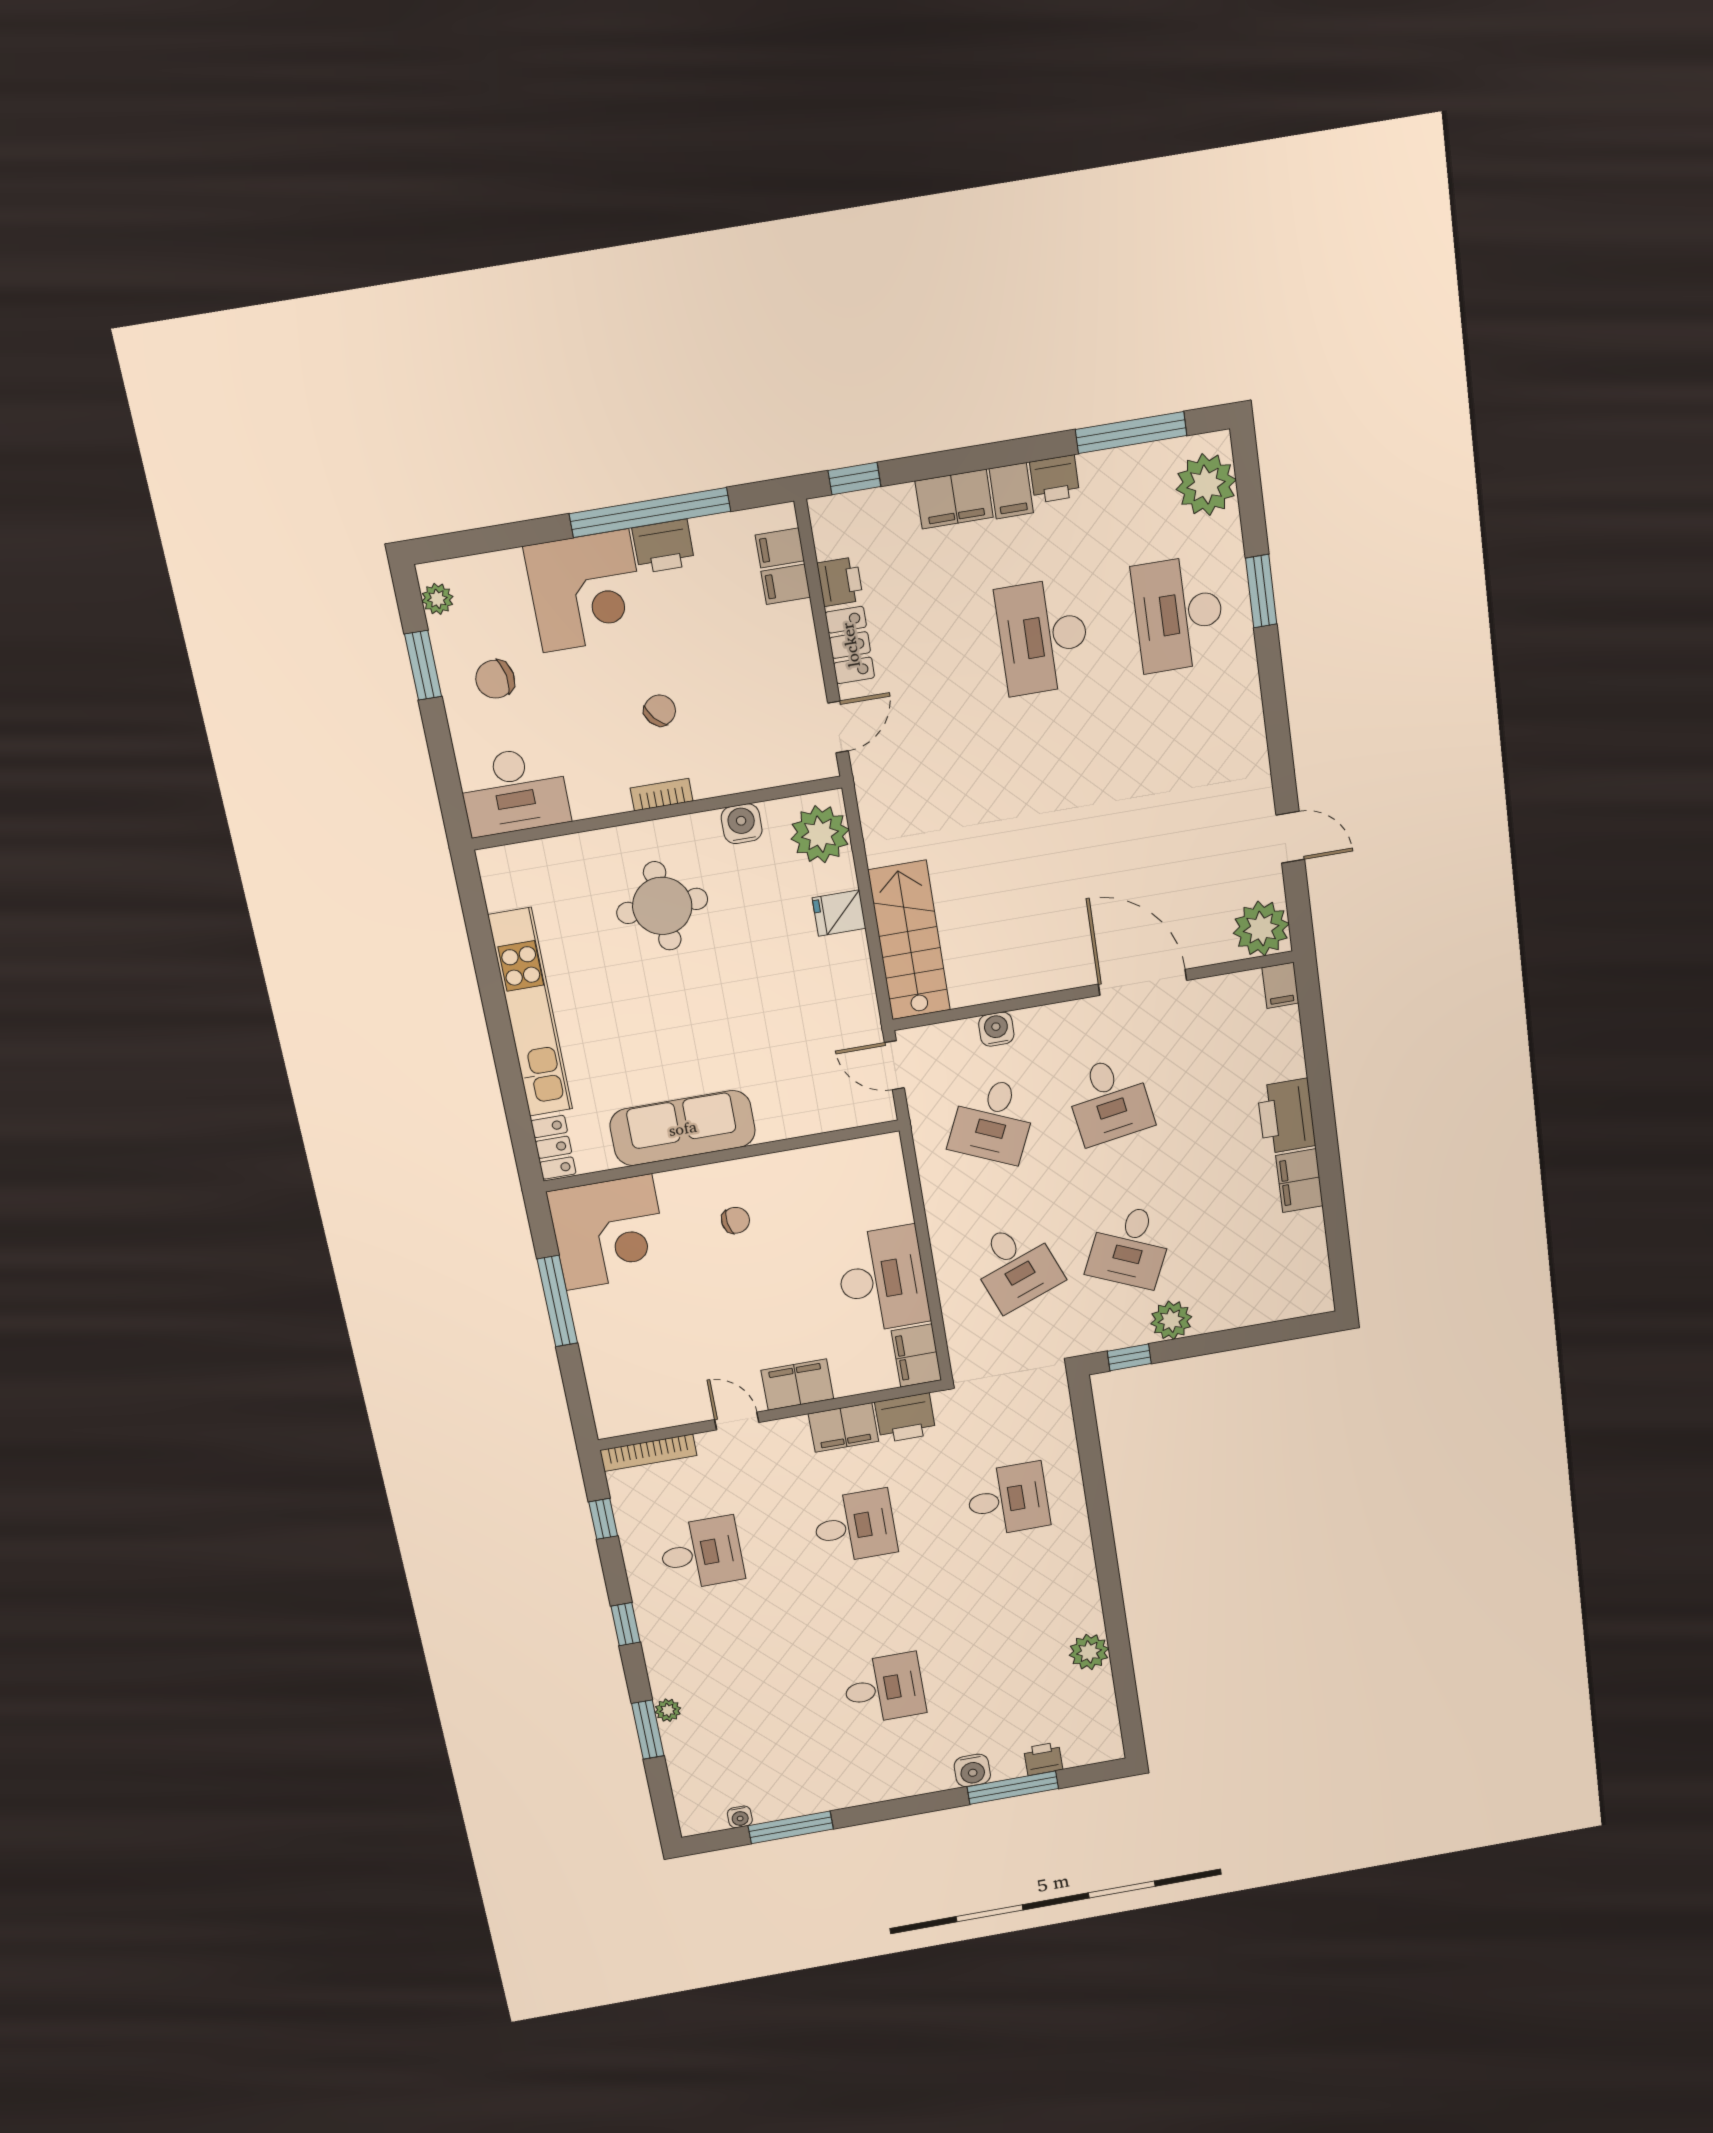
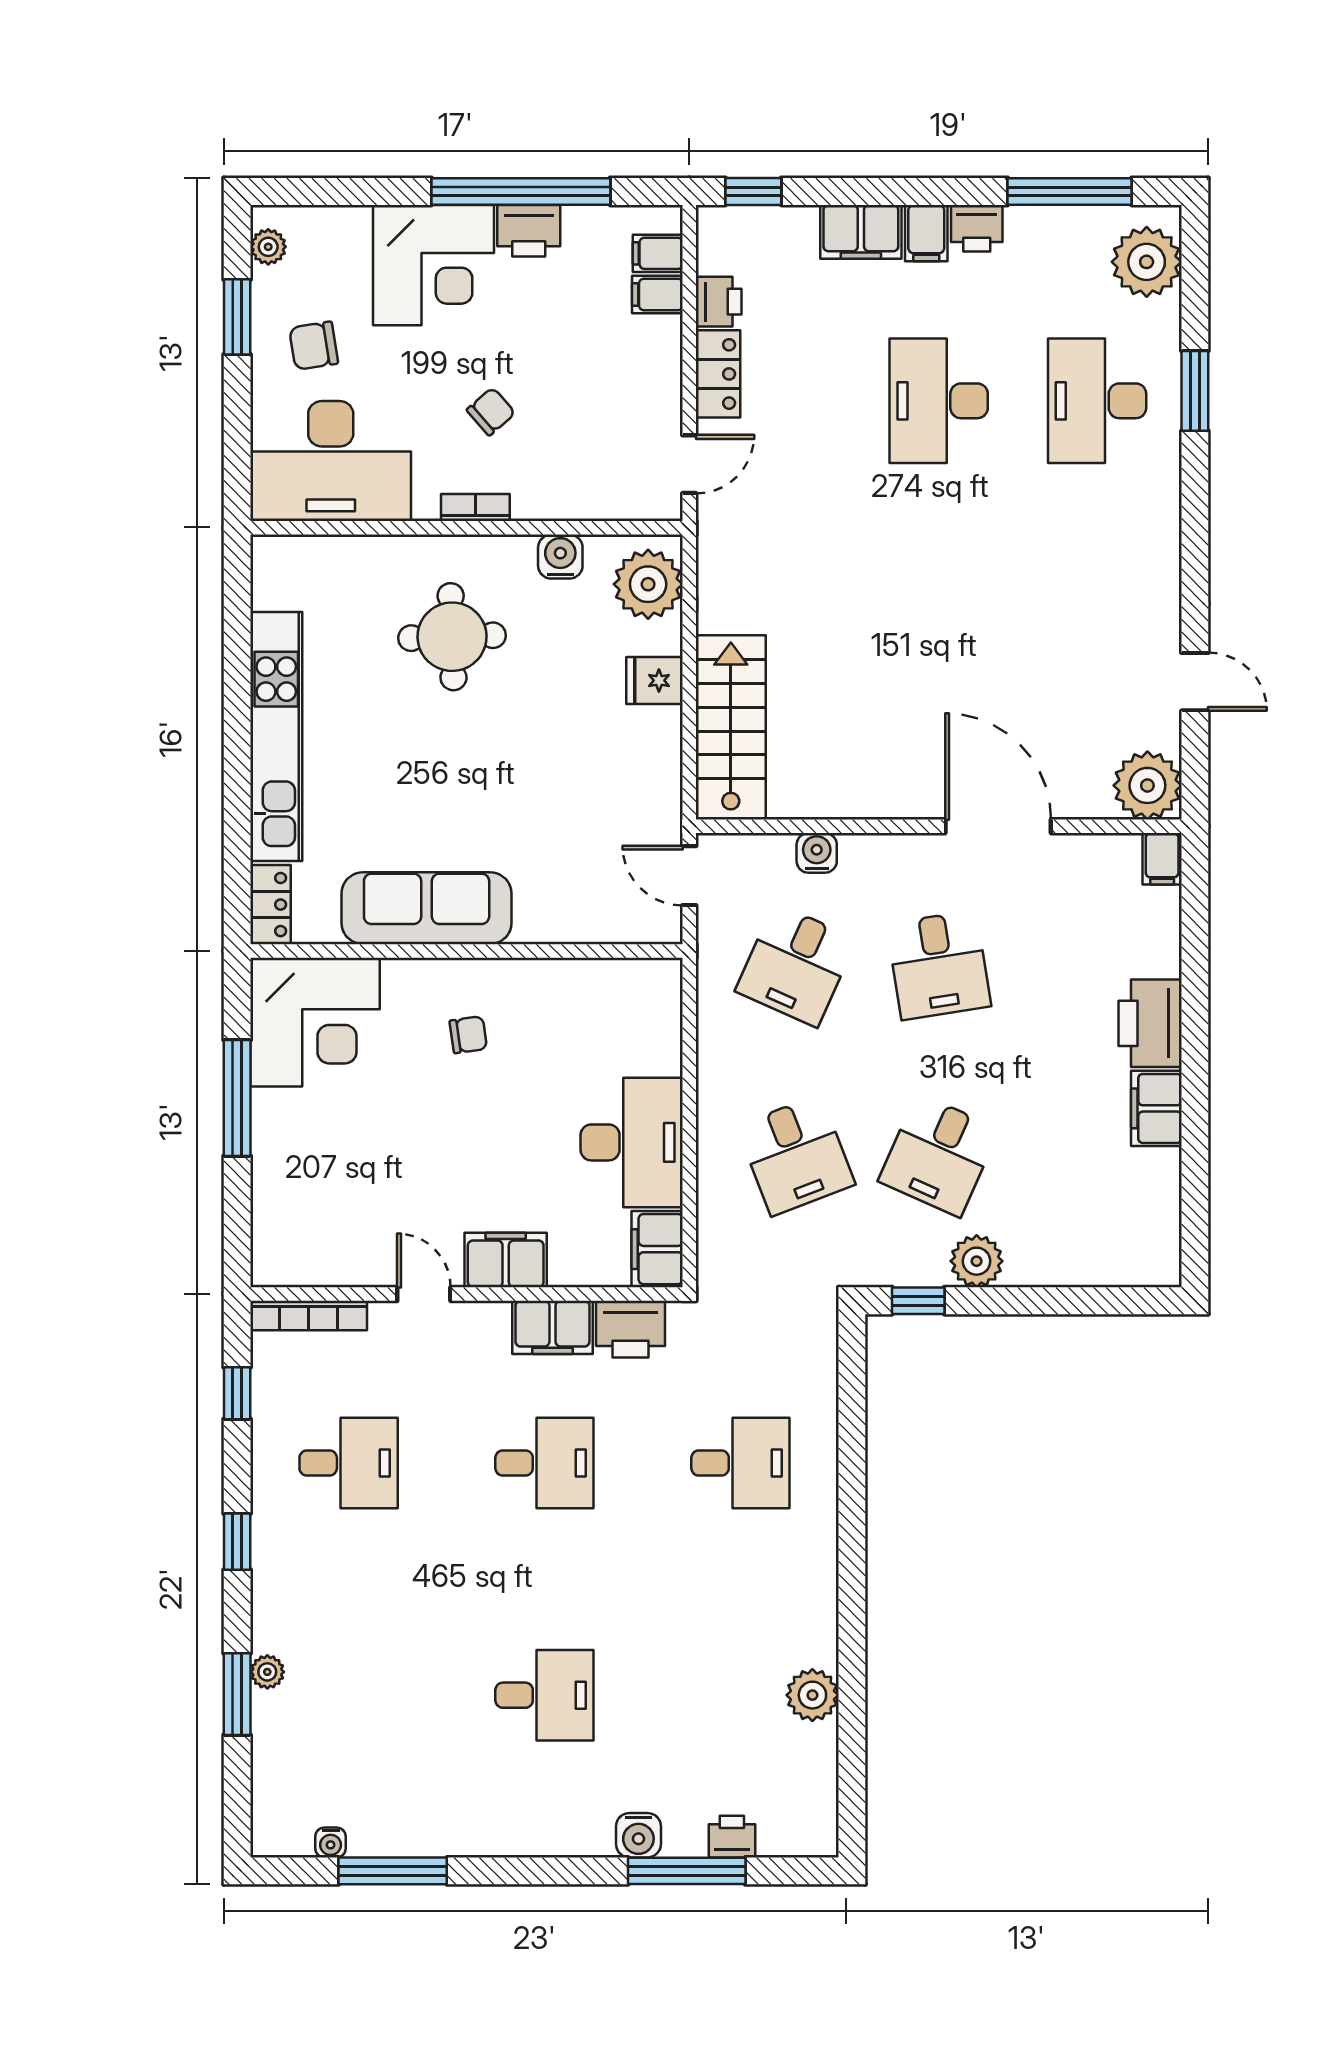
desk: (514, 791) -> (331, 461), width x1.36, depth x1.30

